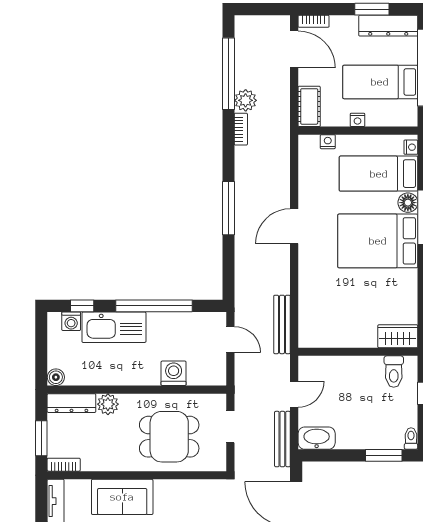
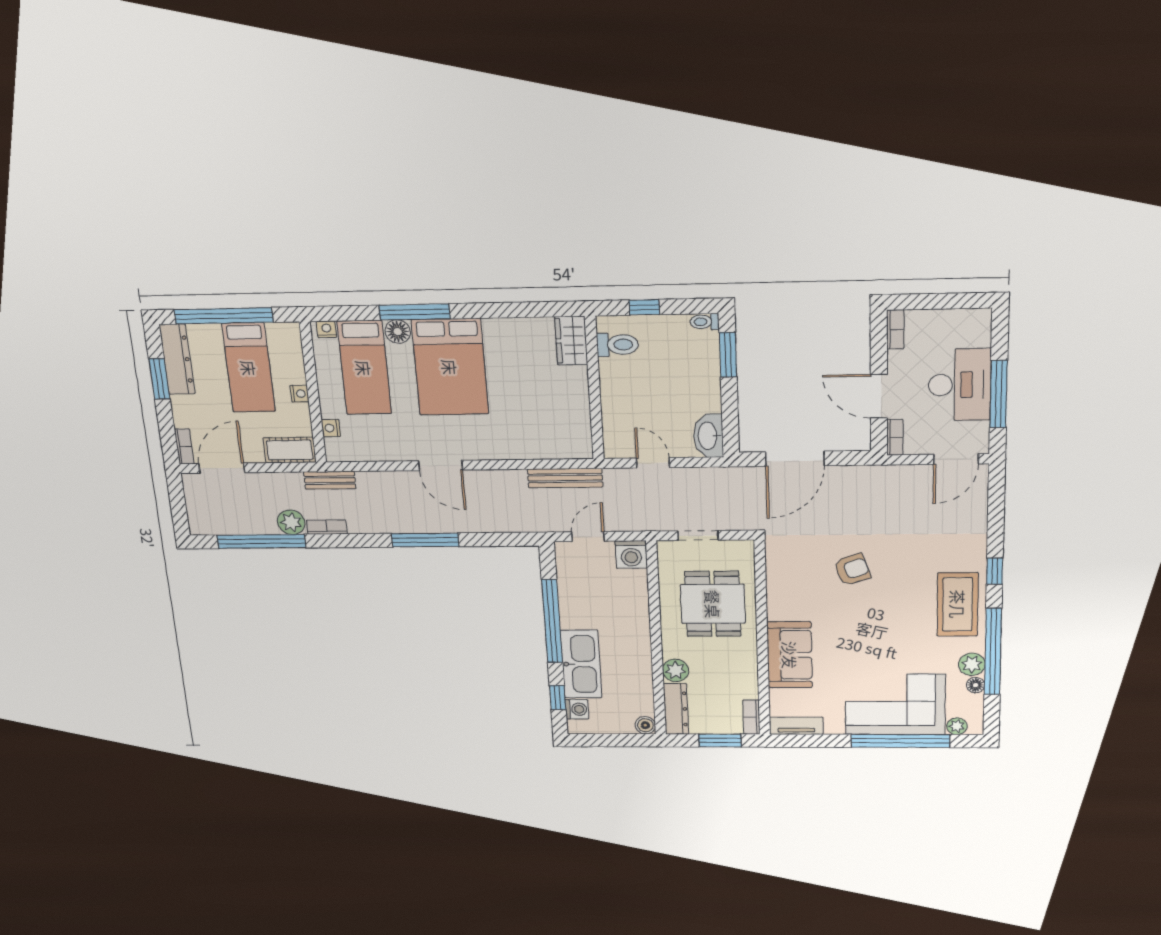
washing machine: (174, 373) -> (631, 554), moved, turned -90
bench: (282, 439) -> (330, 480), moved, width x0.73

